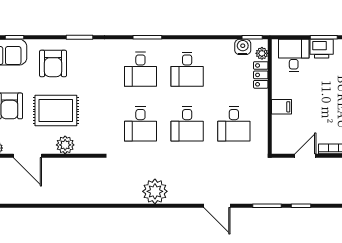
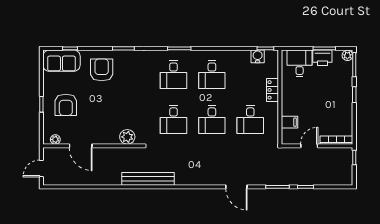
plant: (262, 53) -> (273, 62), removed
armchair: (53, 63) -> (102, 70), turned 180
locker: (261, 75) -> (272, 90), moved
filing cabinet: (281, 107) -> (289, 122), moved
rug: (56, 110) -> (104, 109), removed
plant: (65, 145) -> (127, 137), moved
plant: (155, 191) -> (185, 175), removed
bench: (109, 196) -> (148, 179), added

